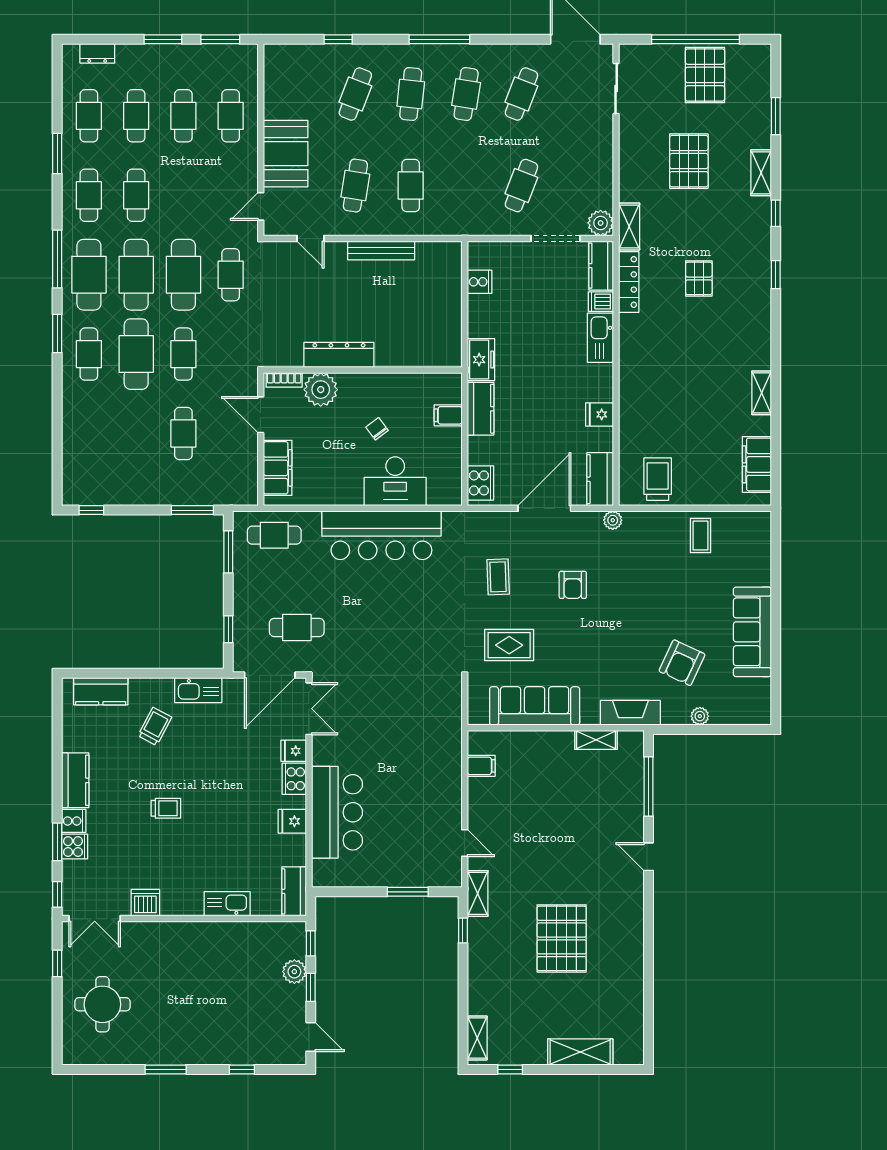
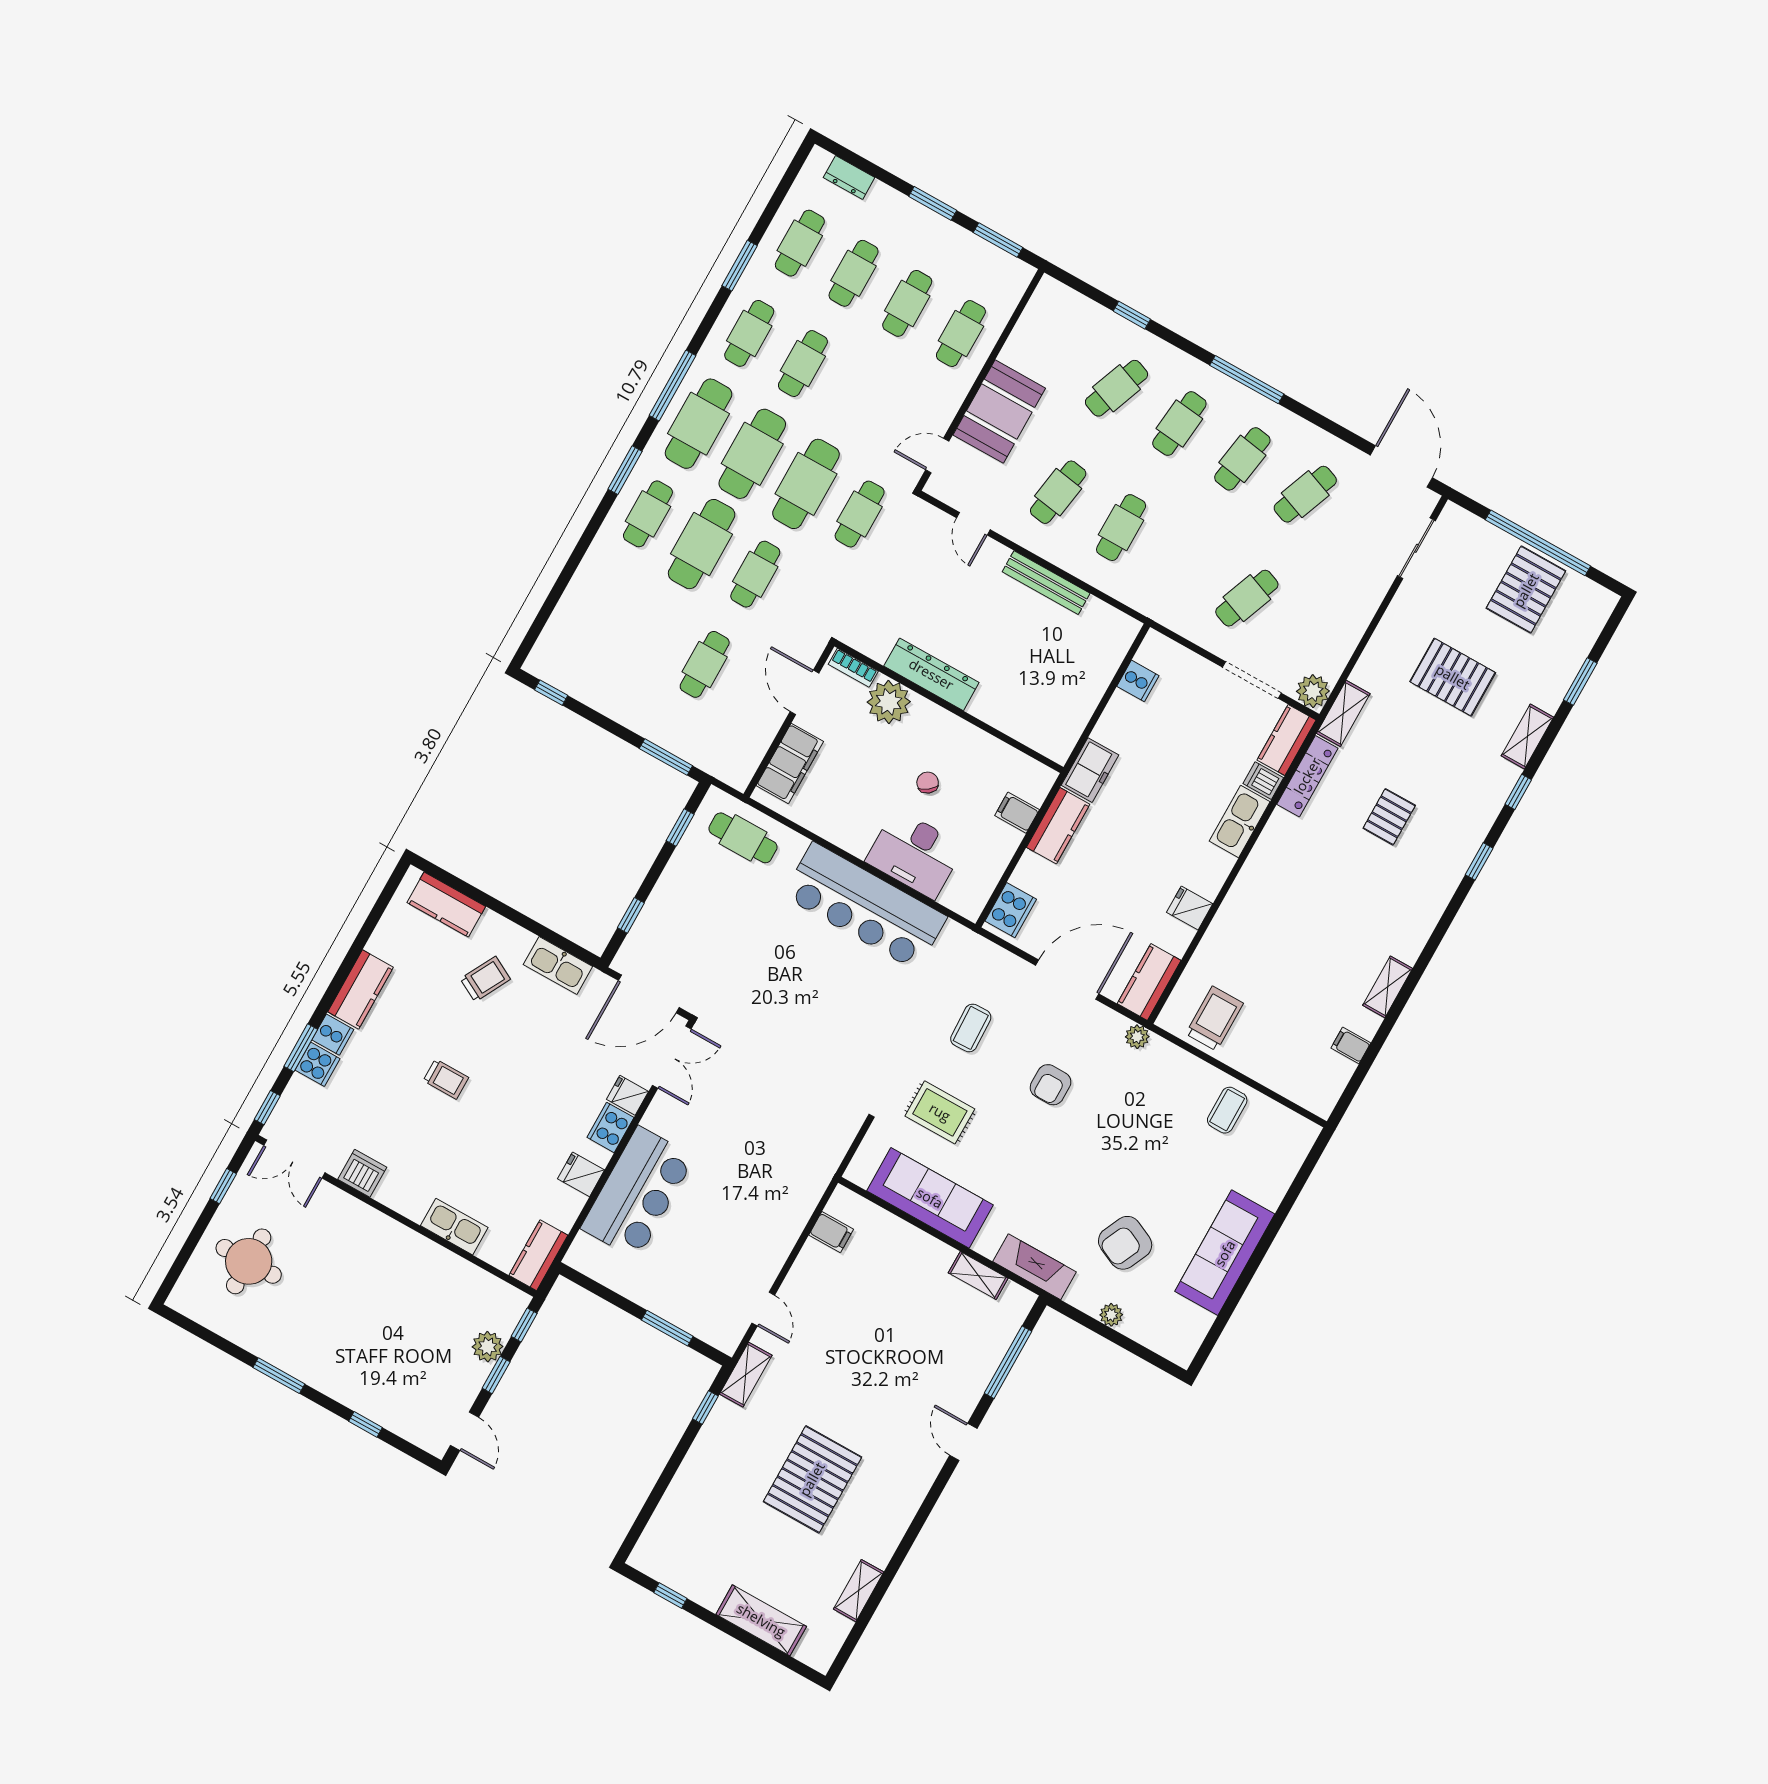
pallet: (689, 161) -> (1453, 677), turned 90
filing cabinet: (757, 464) -> (1351, 1045), width x0.33, depth x0.86
window: (228, 552) -> (680, 827), width x0.67
cafe table: (297, 627) -> (710, 957), removed
shelving: (477, 1038) -> (859, 1591), moved

